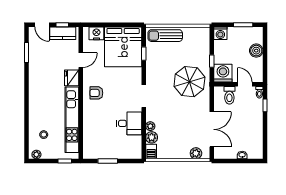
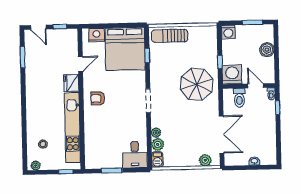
kitchen counter: (63, 33) -> (61, 36), removed
desk: (129, 123) -> (135, 155), moved, turned 90

